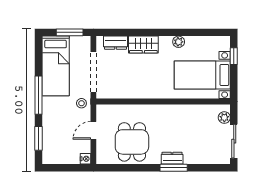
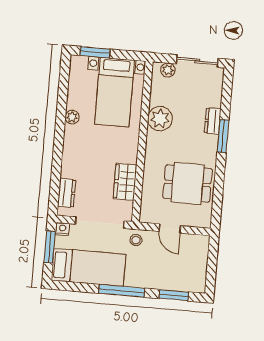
wardrobe: (143, 45) -> (125, 182), moved, turned 180
window: (234, 56) -> (95, 52), width x1.50
plant: (184, 115) -> (160, 119), added
dresser: (172, 158) -> (213, 121), moved
nightstand: (85, 159) -> (62, 229), moved

